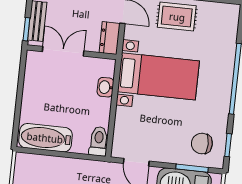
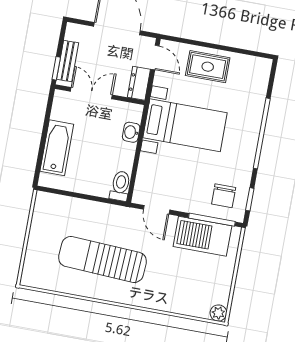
bathtub: (45, 138) -> (57, 148), moved, turned 90
chair: (202, 144) -> (224, 196), turned -90
window: (192, 168) -> (212, 220), width x1.44

